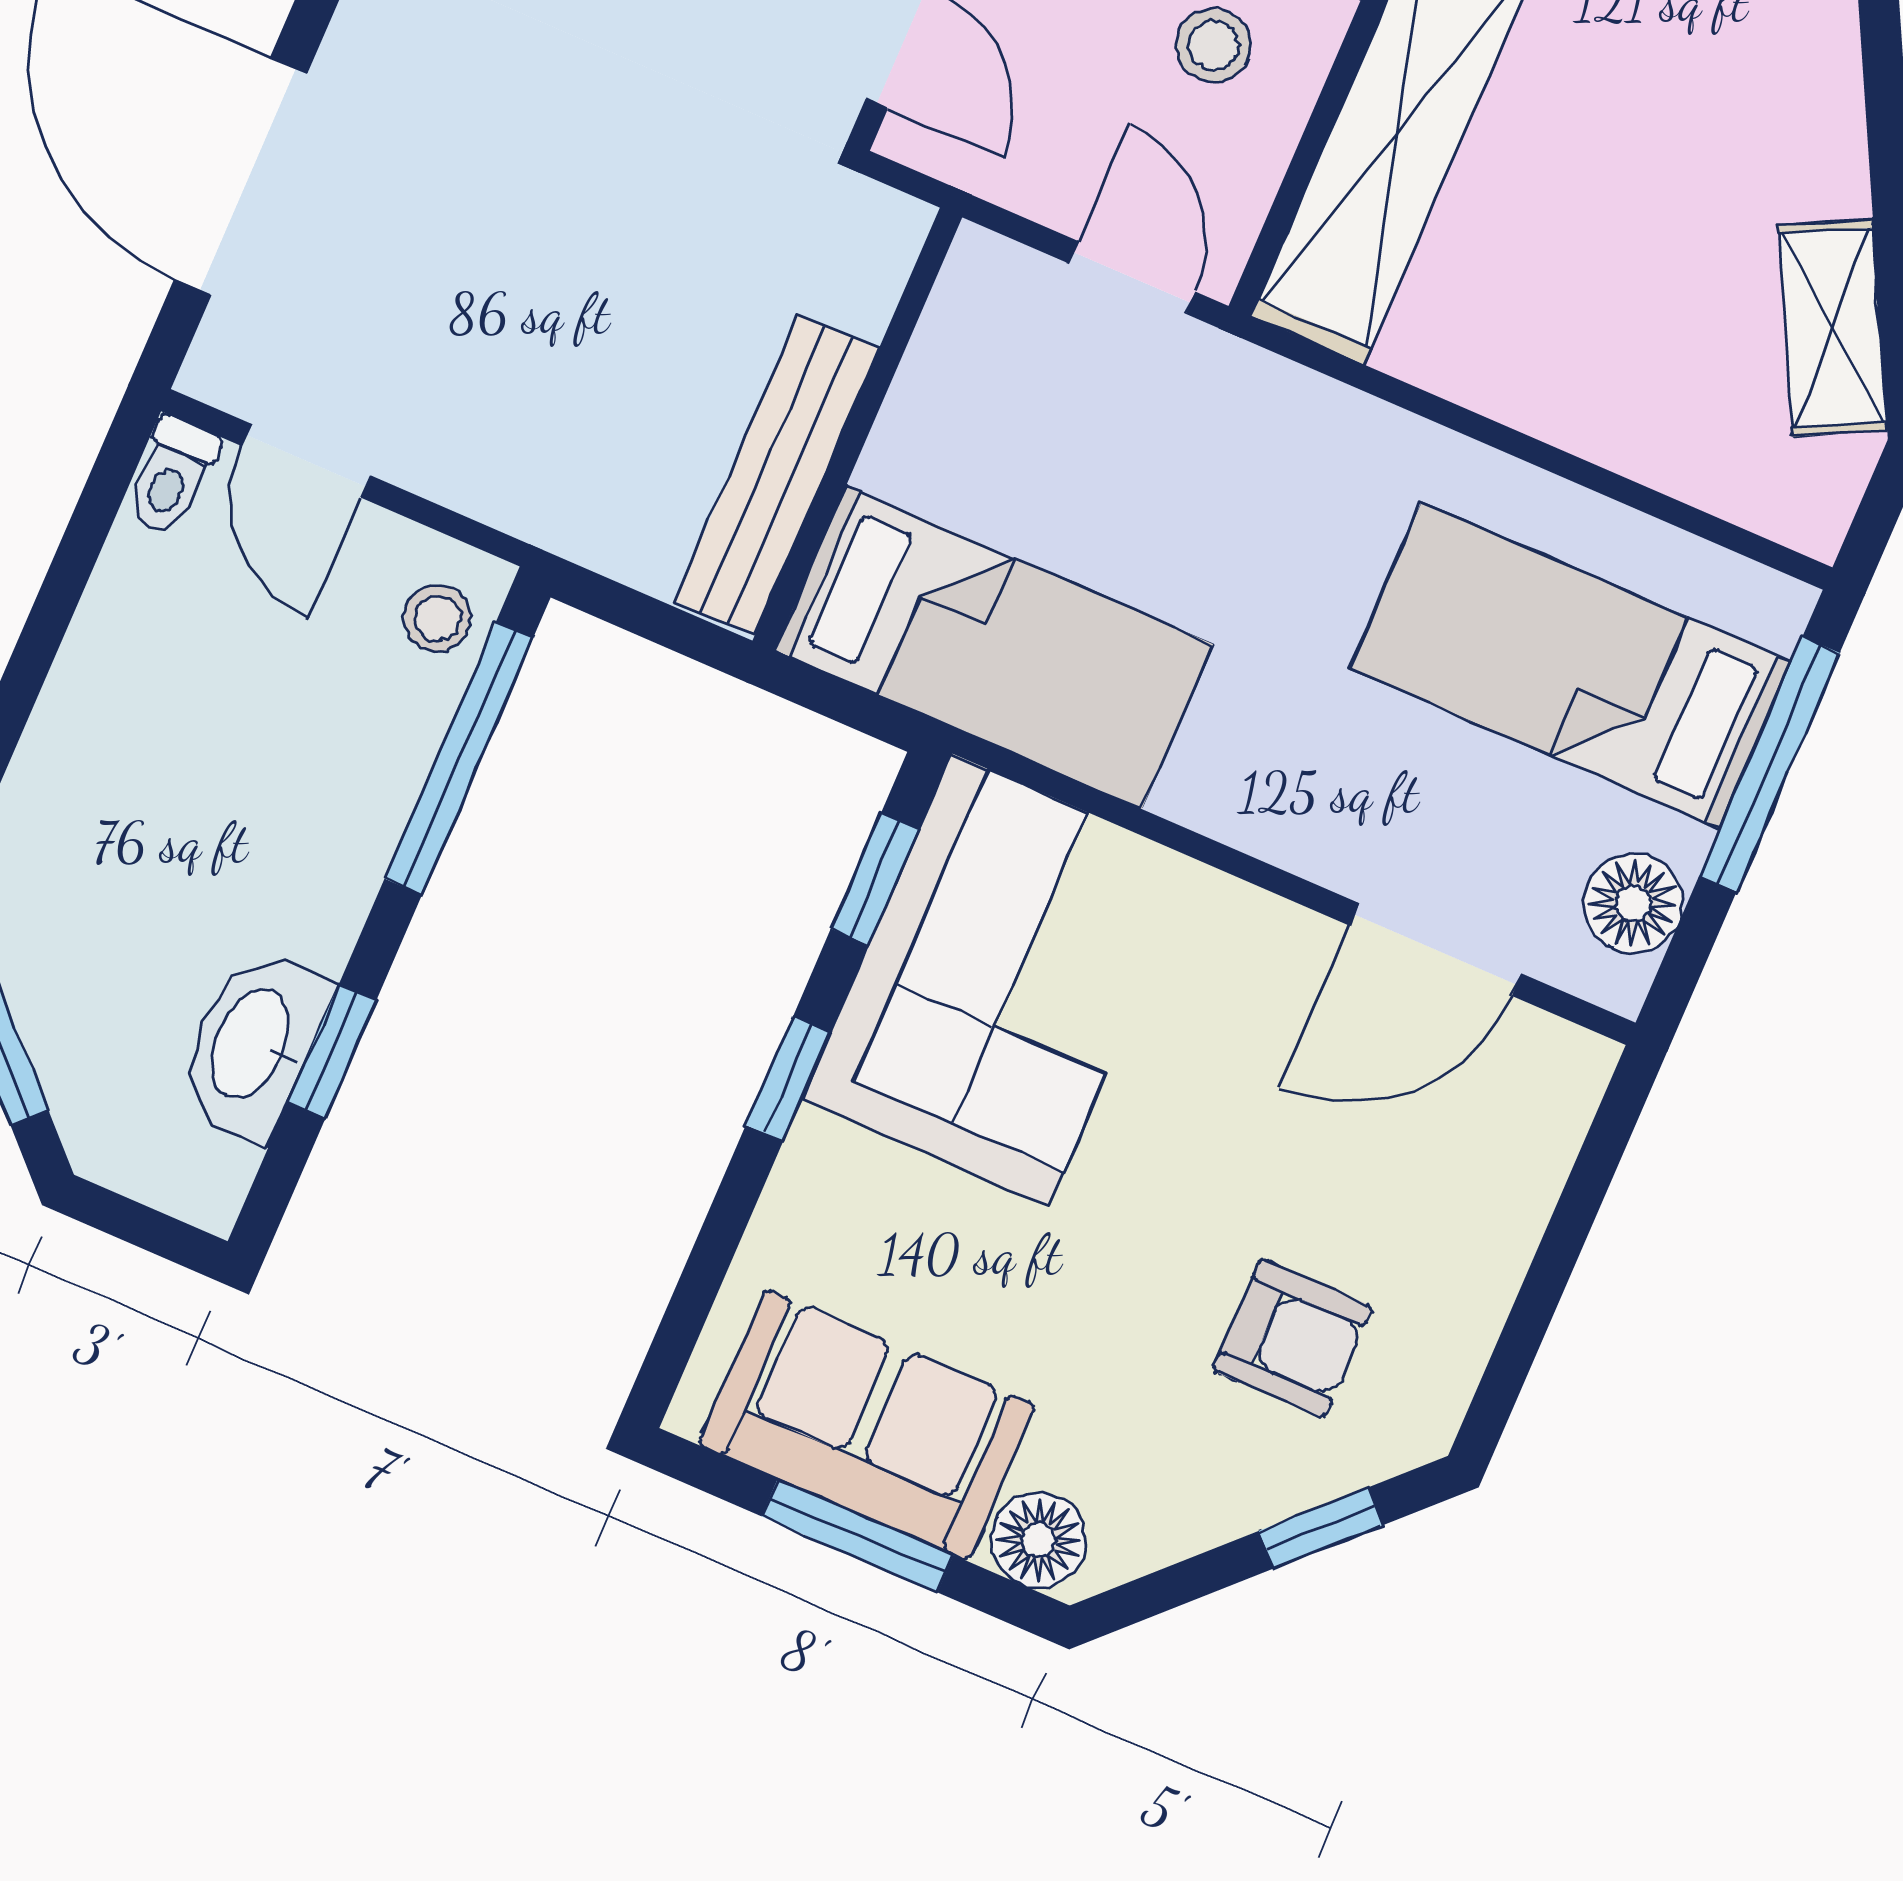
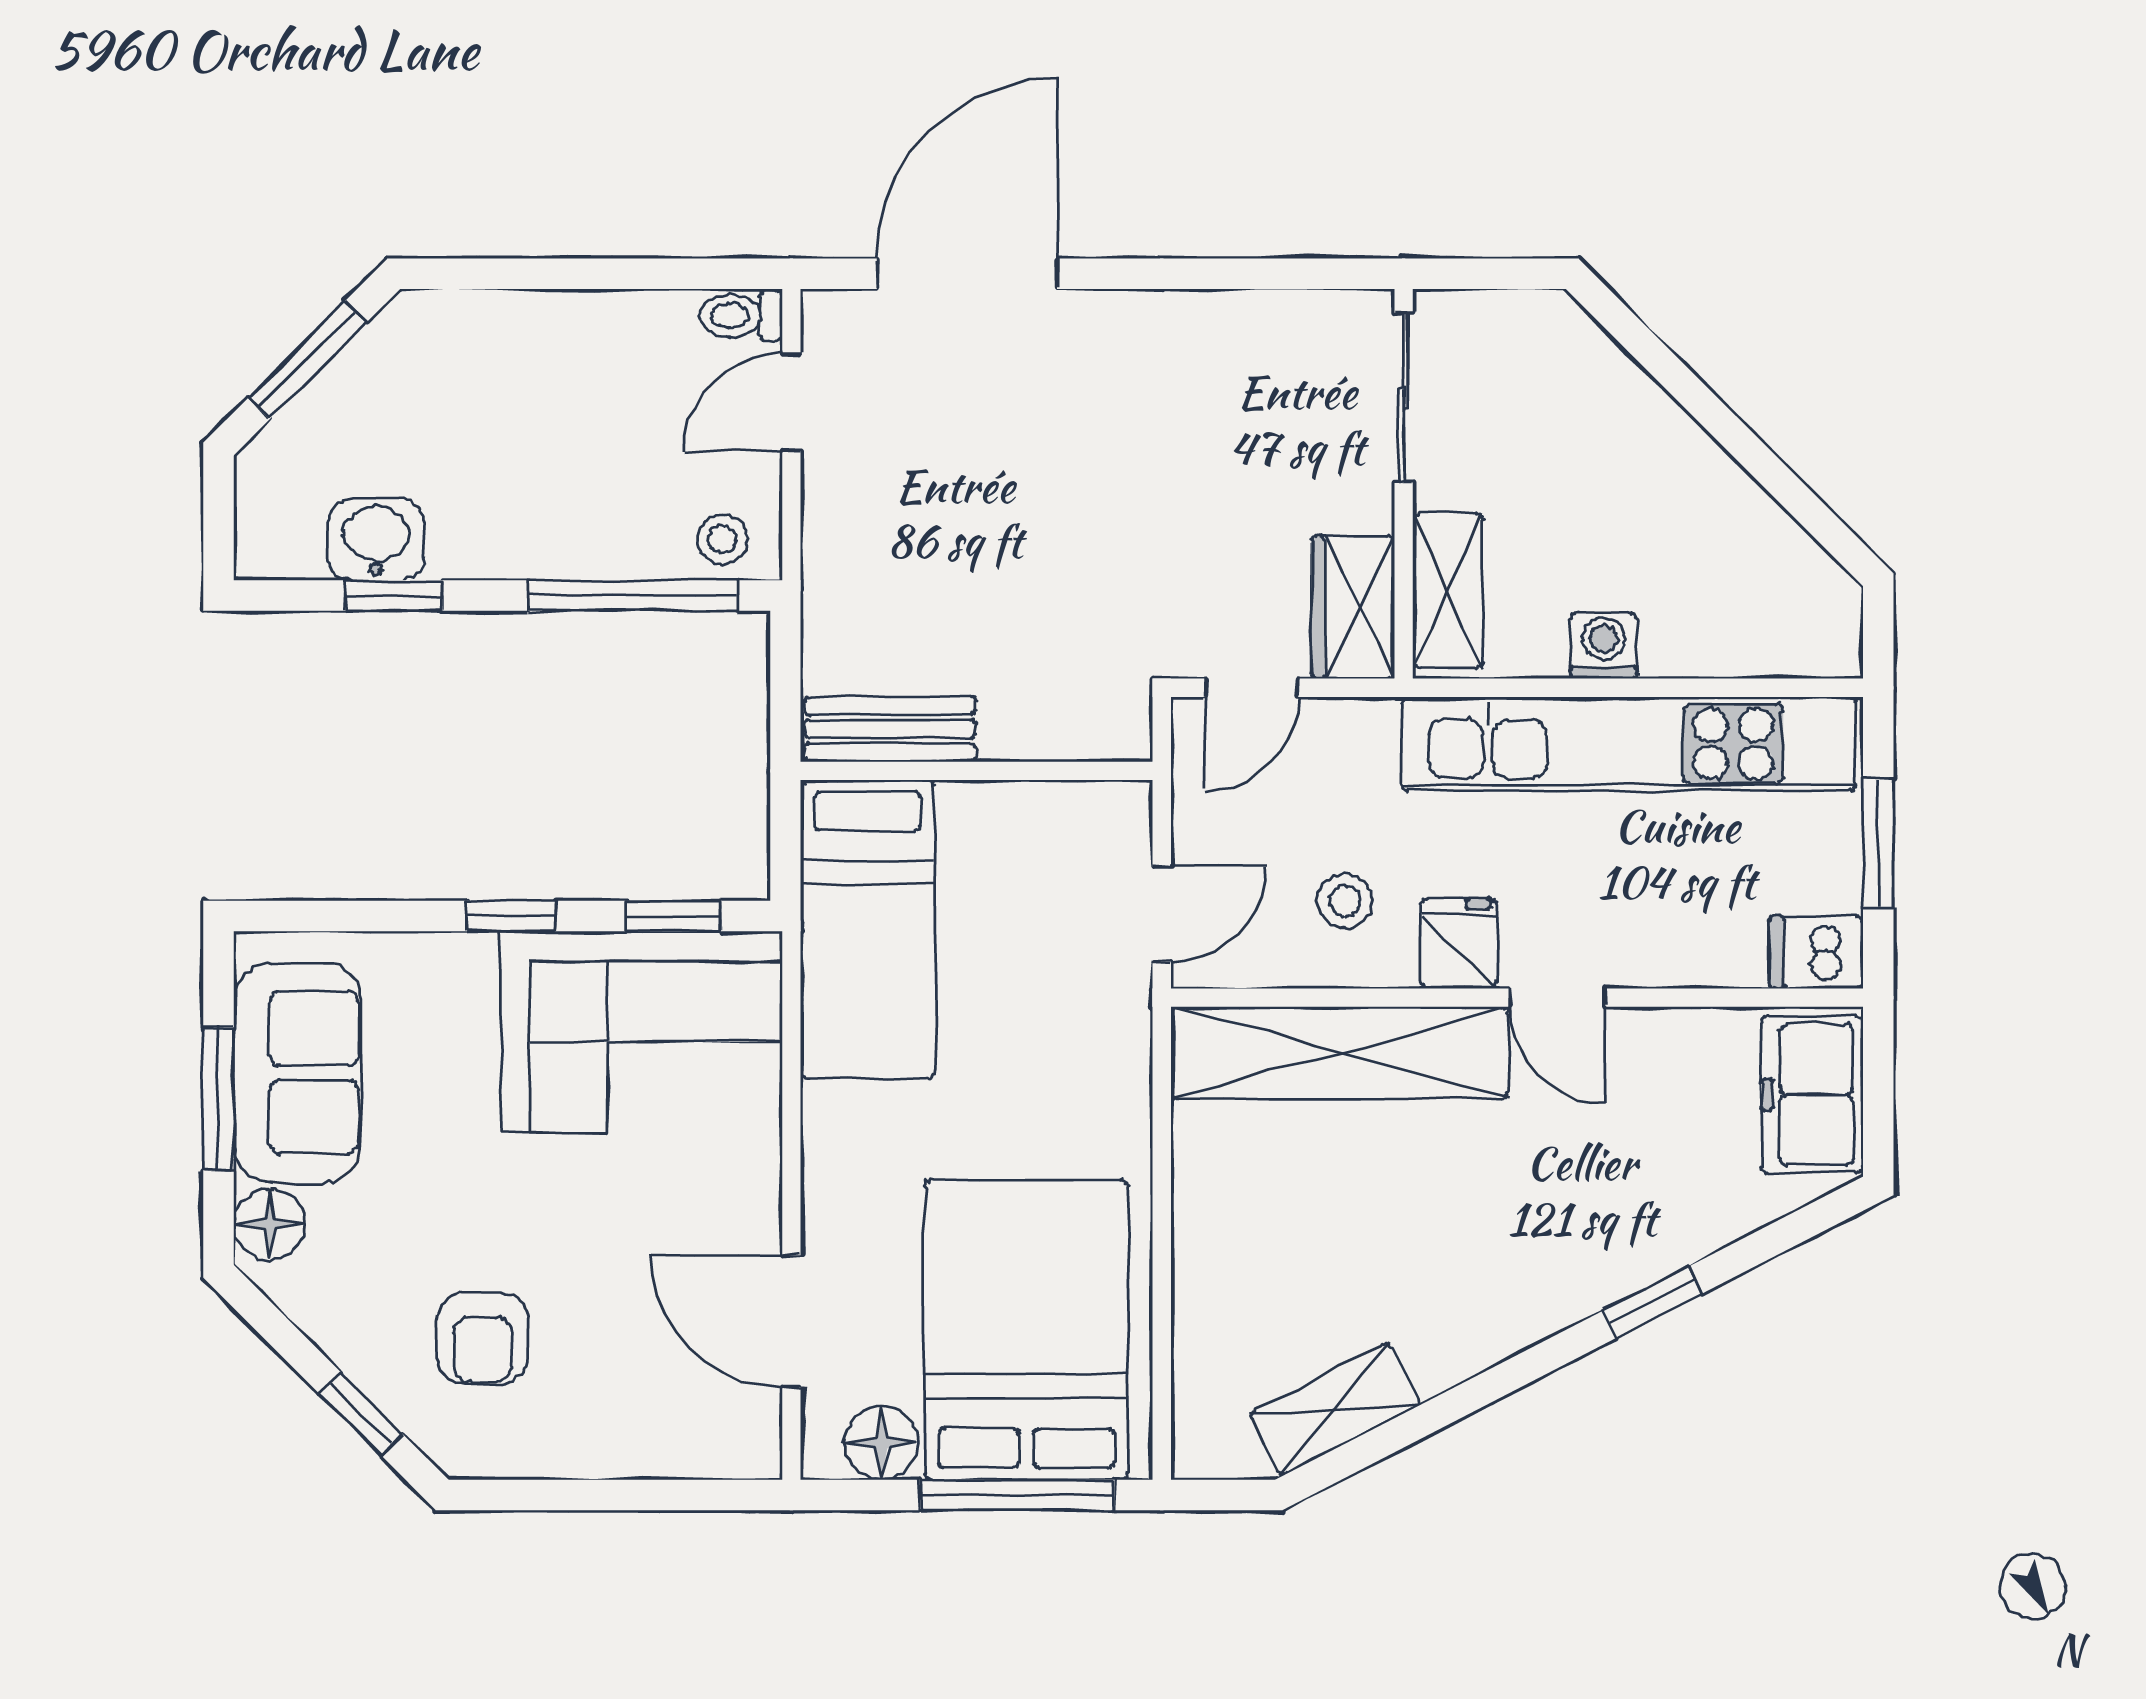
bench: (777, 475) -> (890, 729), width x0.73
bed: (1571, 665) -> (1026, 1330), width x1.50
washbasin: (253, 1044) -> (376, 540), width x0.72

